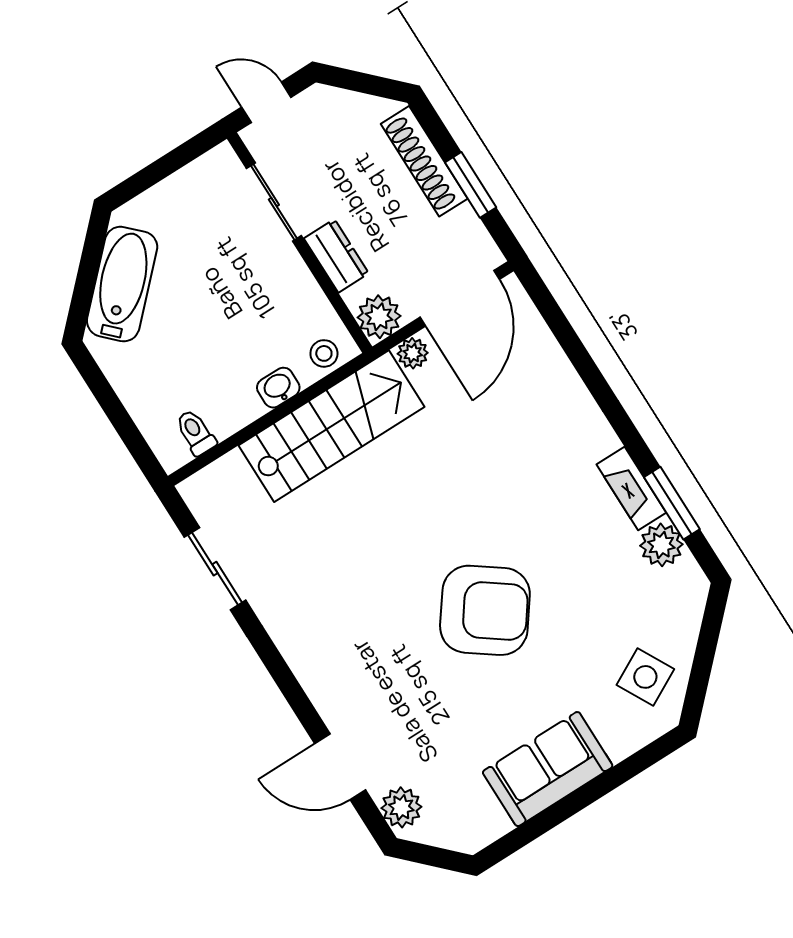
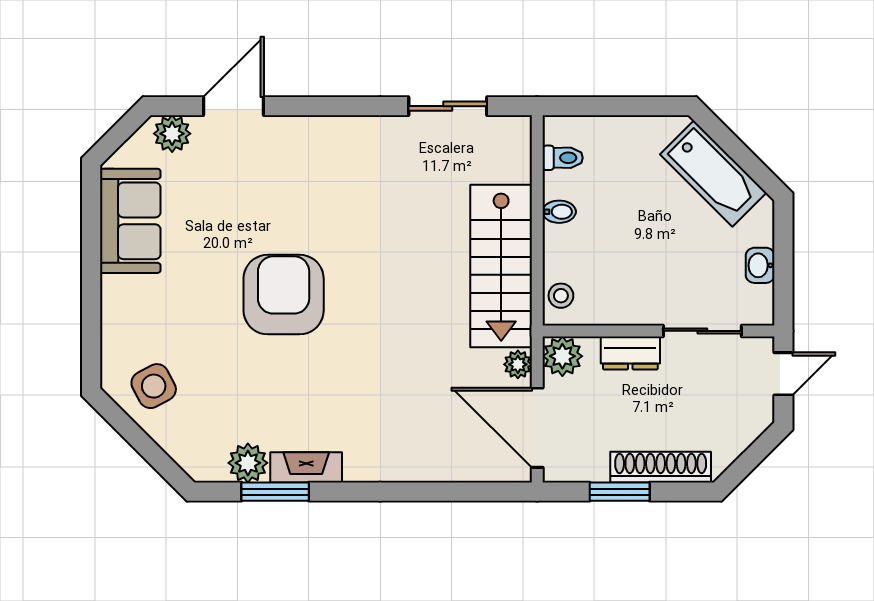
washbasin: (278, 388) -> (760, 265), moved, turned 180
bidet: (247, 404) -> (559, 212), added
armchair: (485, 610) -> (284, 295), turned 144
sofa: (548, 769) -> (130, 221), moved

